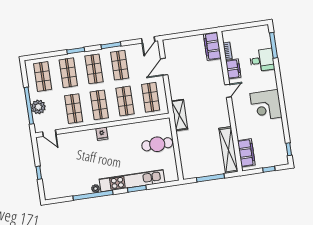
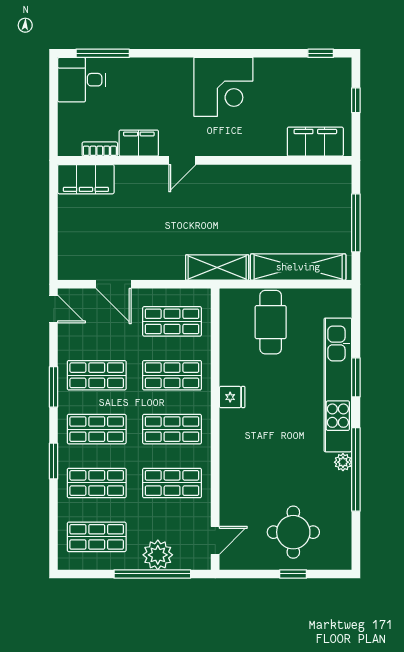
desk: (262, 60) -> (82, 80), moved, turned -90
door: (228, 91) -> (182, 160), swing flipped
fridge: (102, 134) -> (232, 397), moved
shelving: (228, 150) -> (298, 267), moved
round table: (59, 170) -> (293, 532), added

